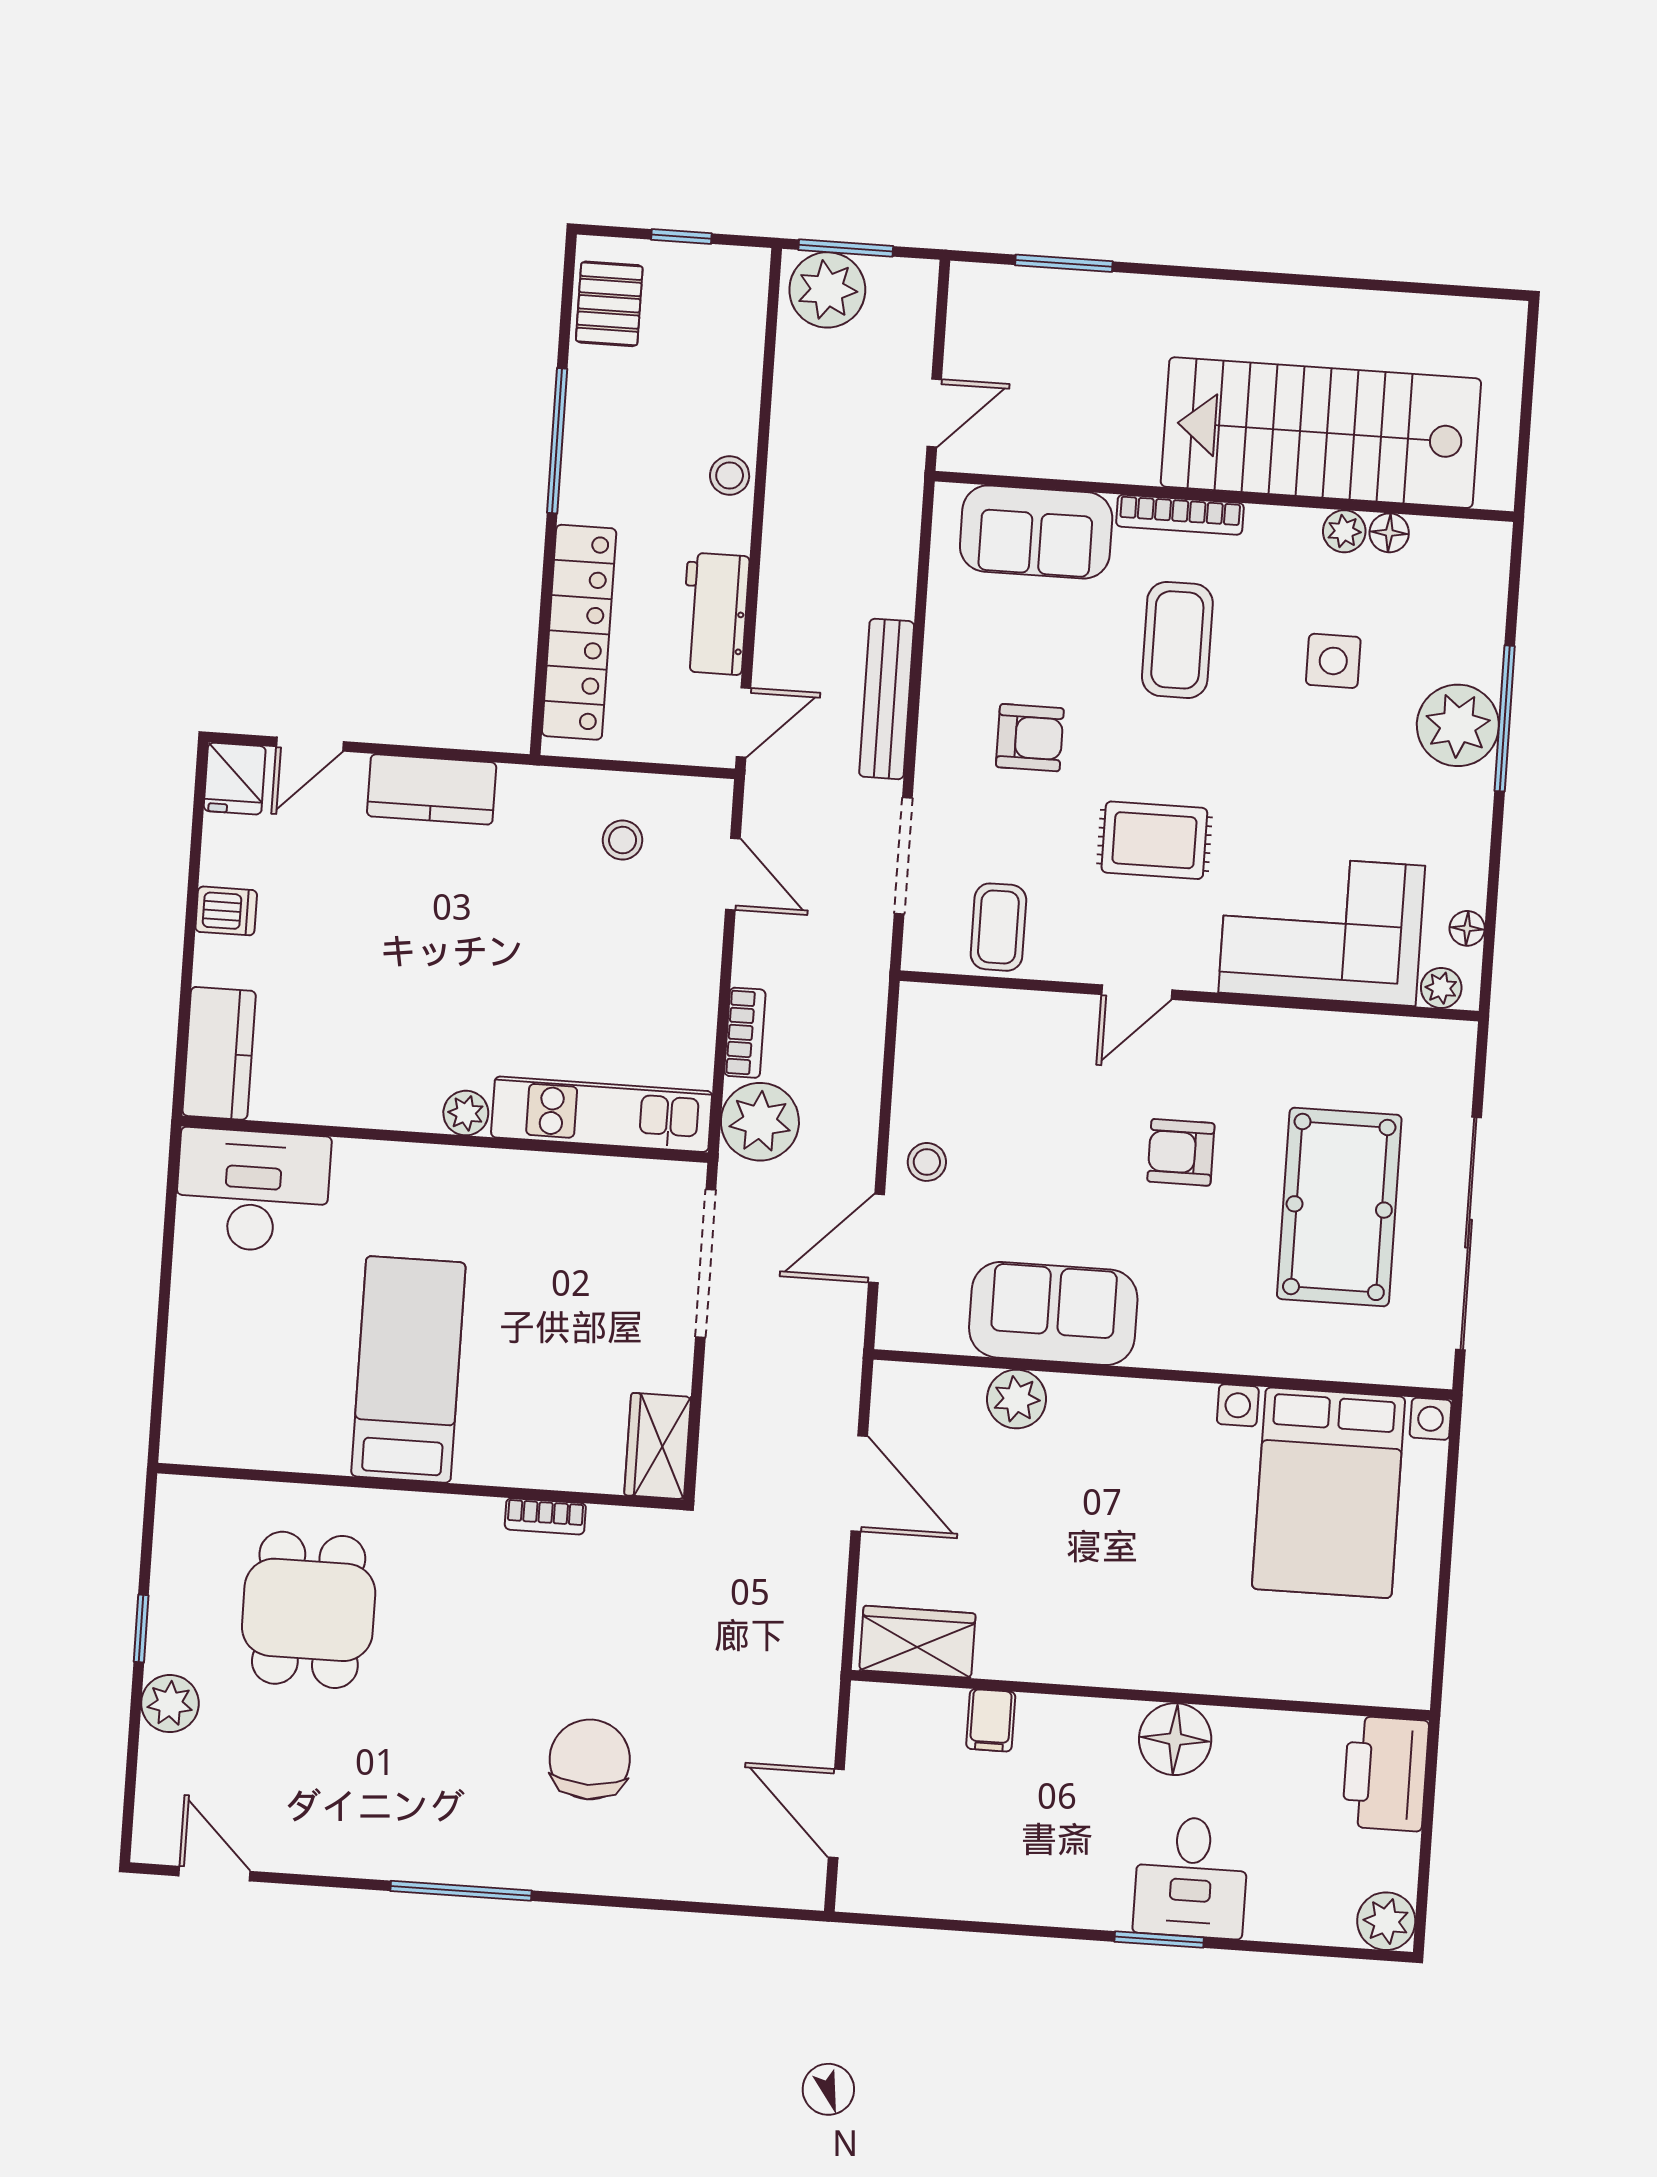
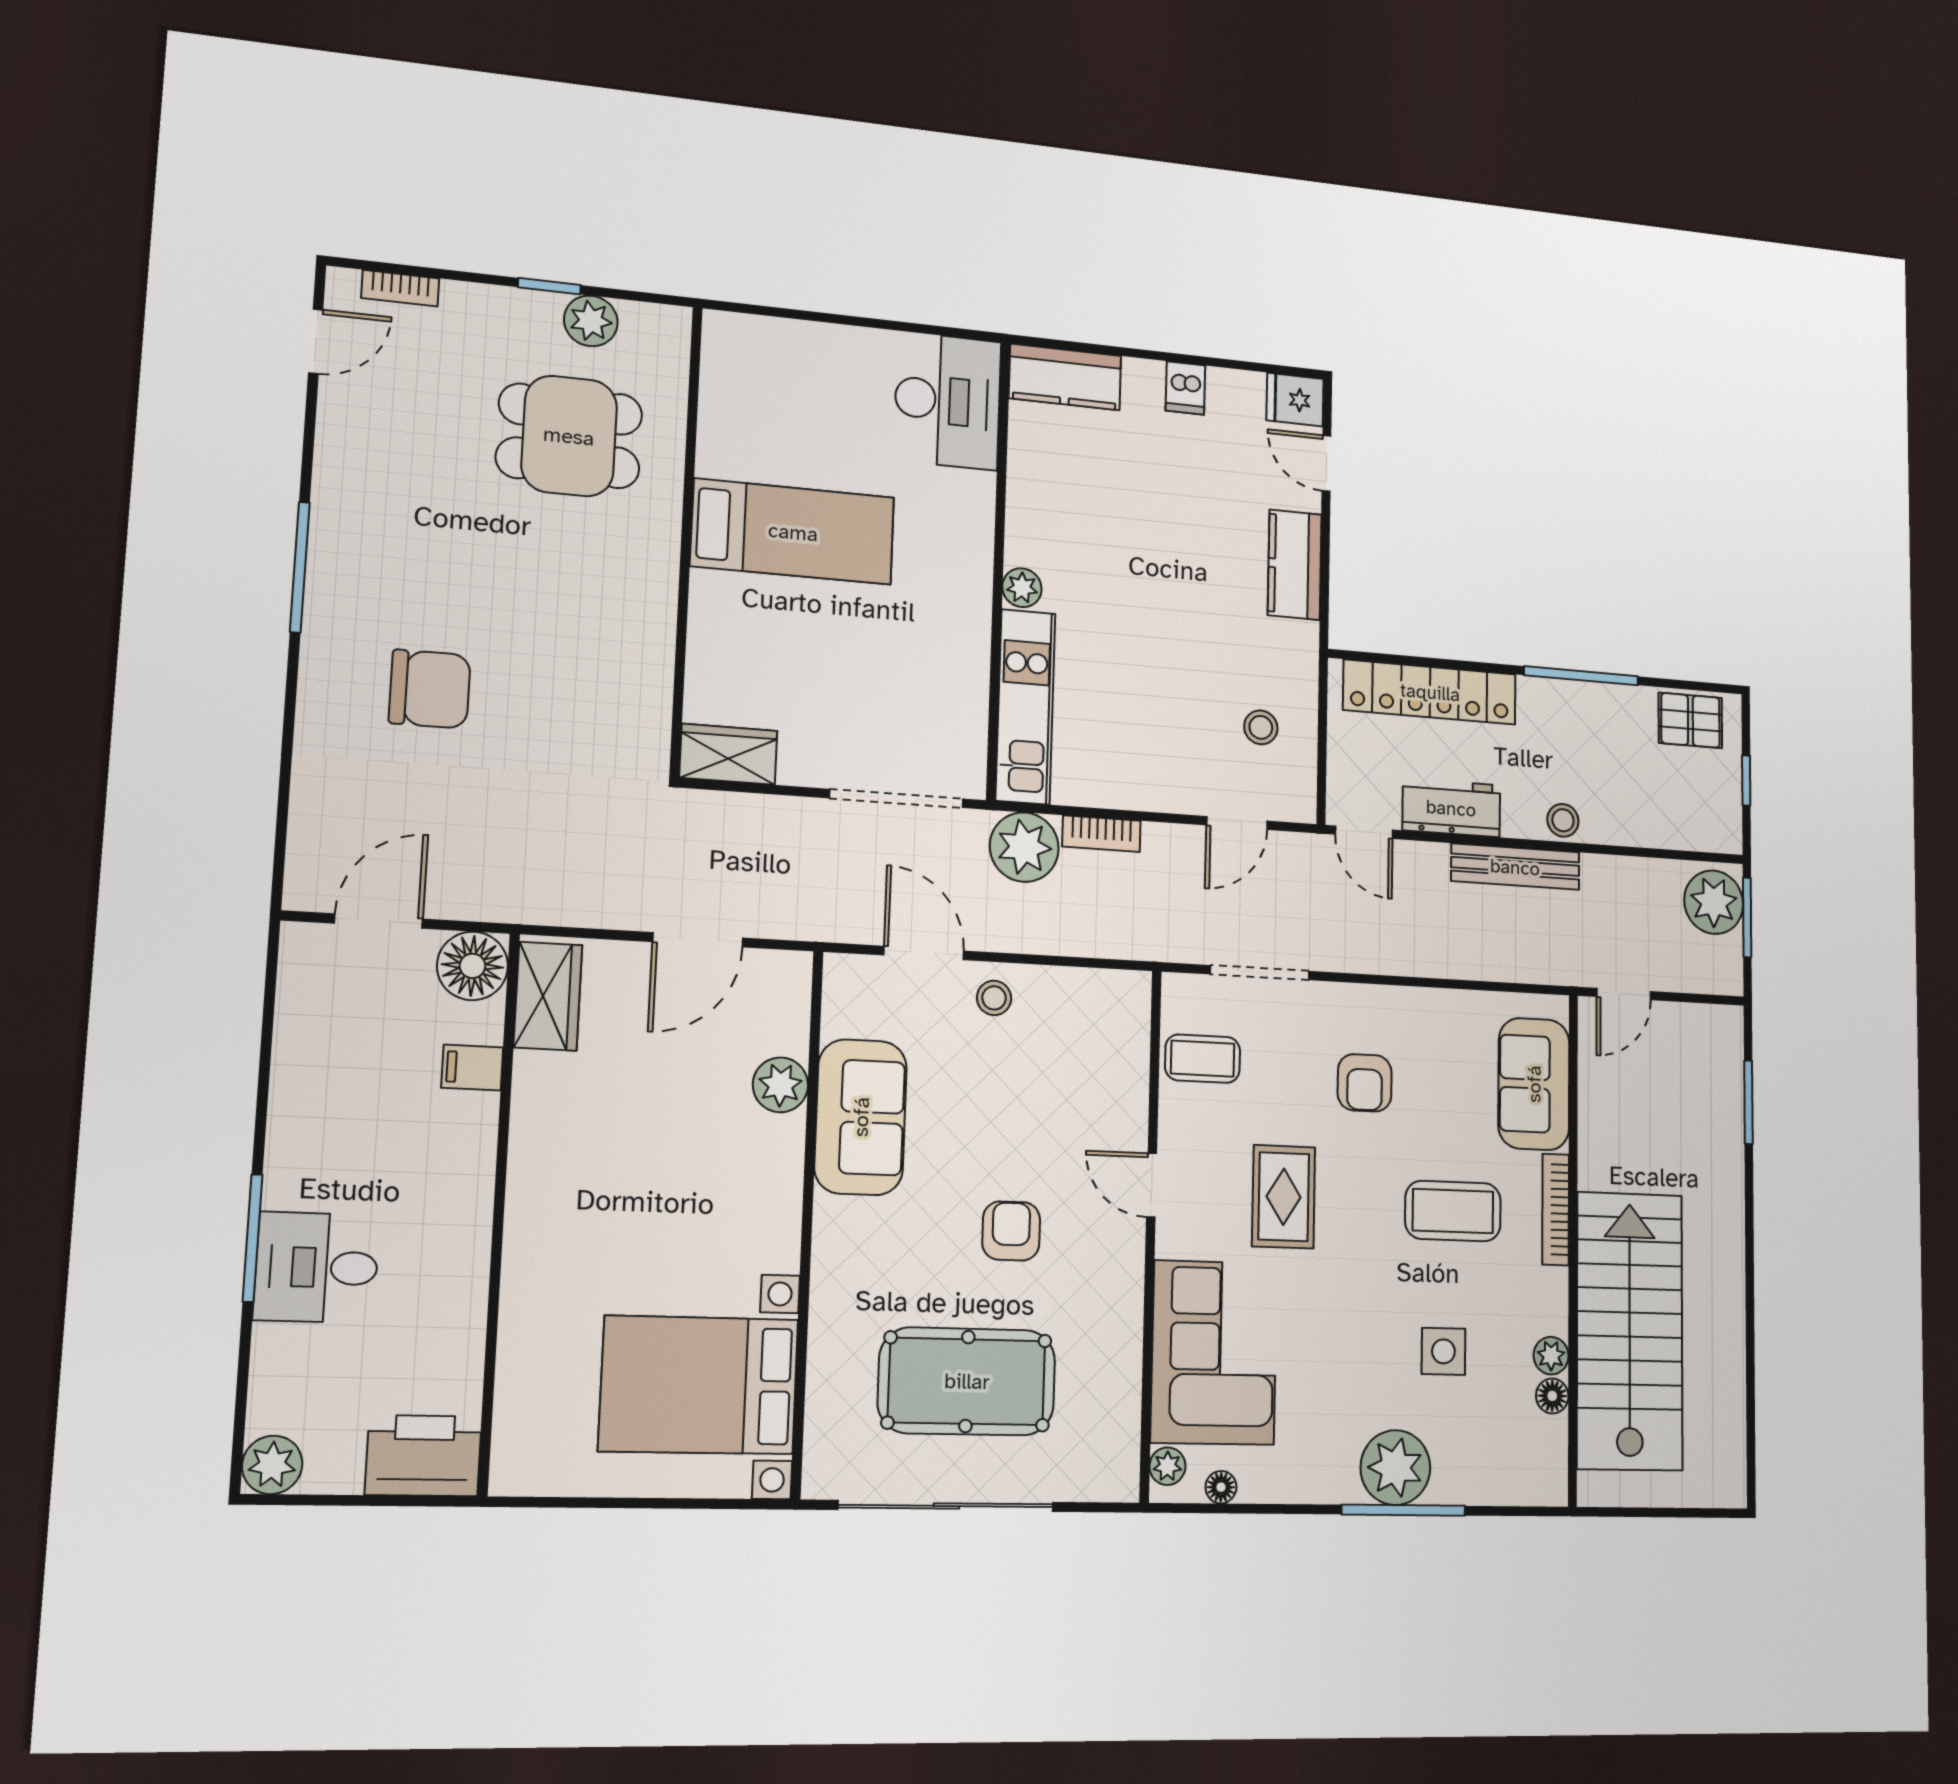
door: (934, 413) -> (1624, 994), hinge flipped
bench: (887, 699) -> (1515, 867), moved
bookcase: (545, 1516) -> (400, 288), moved, turned -90
plant: (170, 1704) -> (591, 321), moved
floor lamp: (1175, 1739) -> (472, 966), moved
window: (1159, 1940) -> (253, 1238), width x1.44

